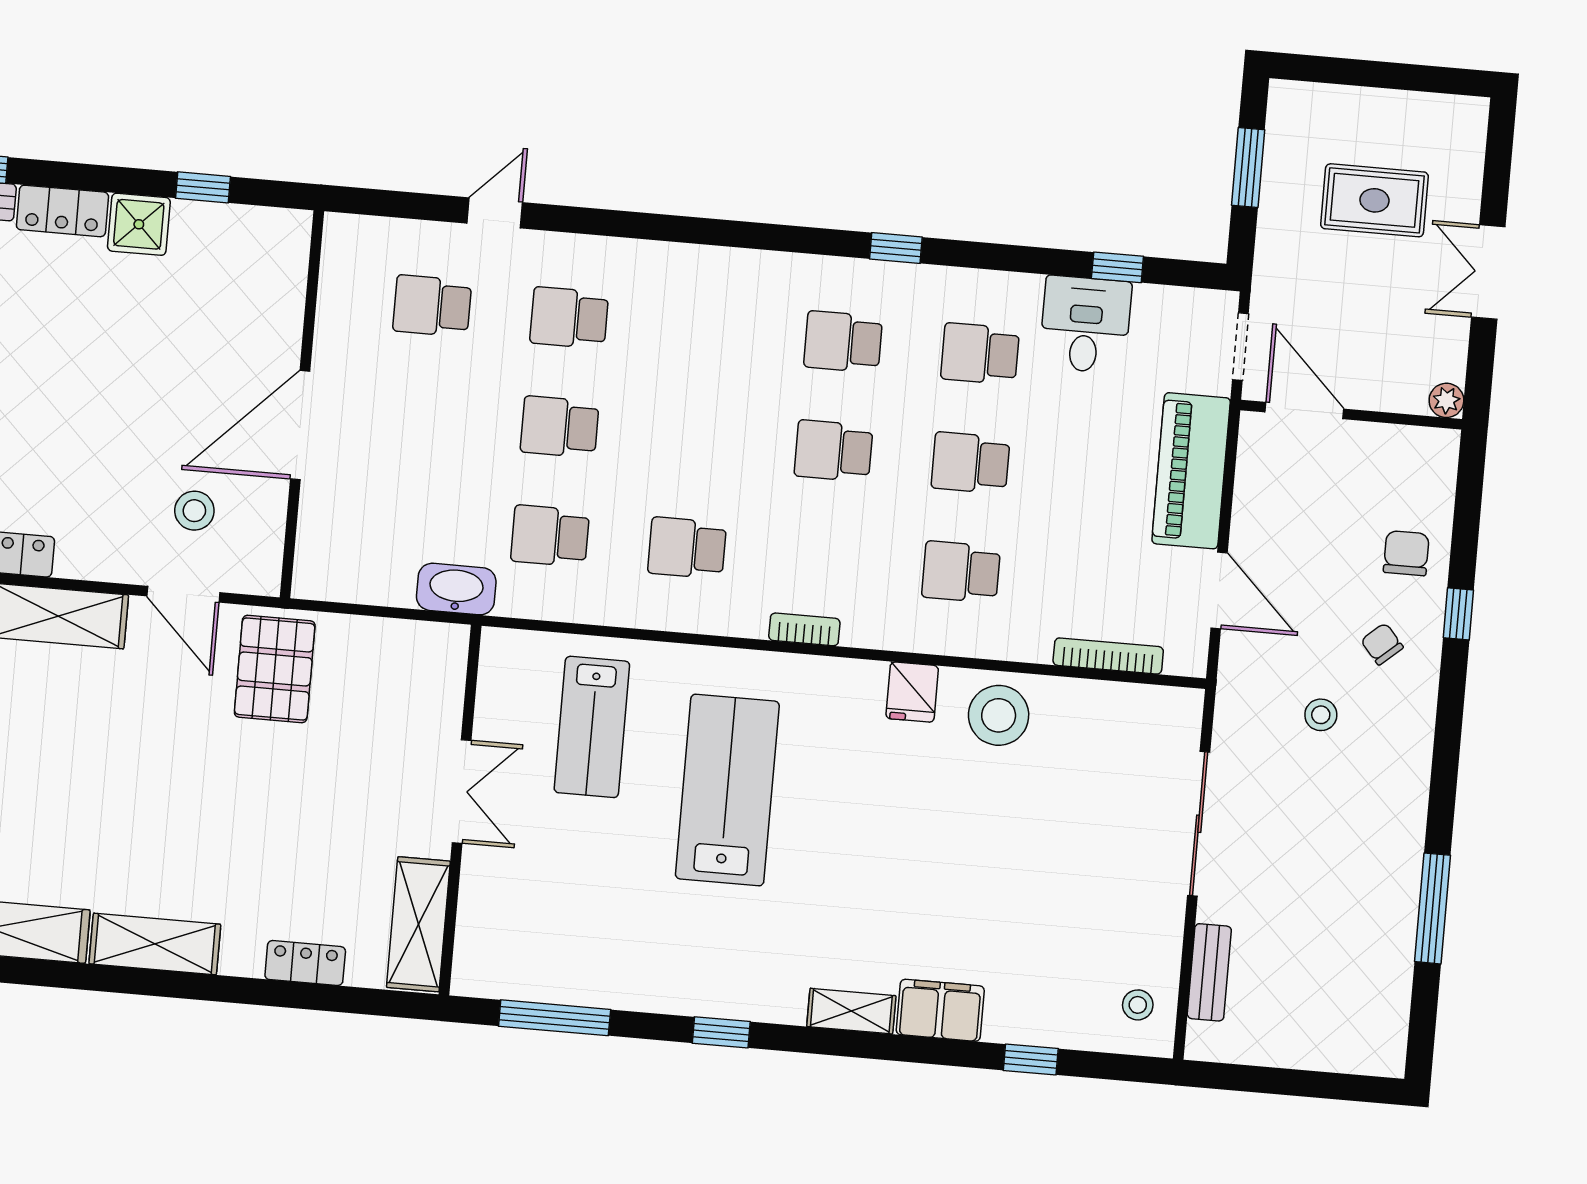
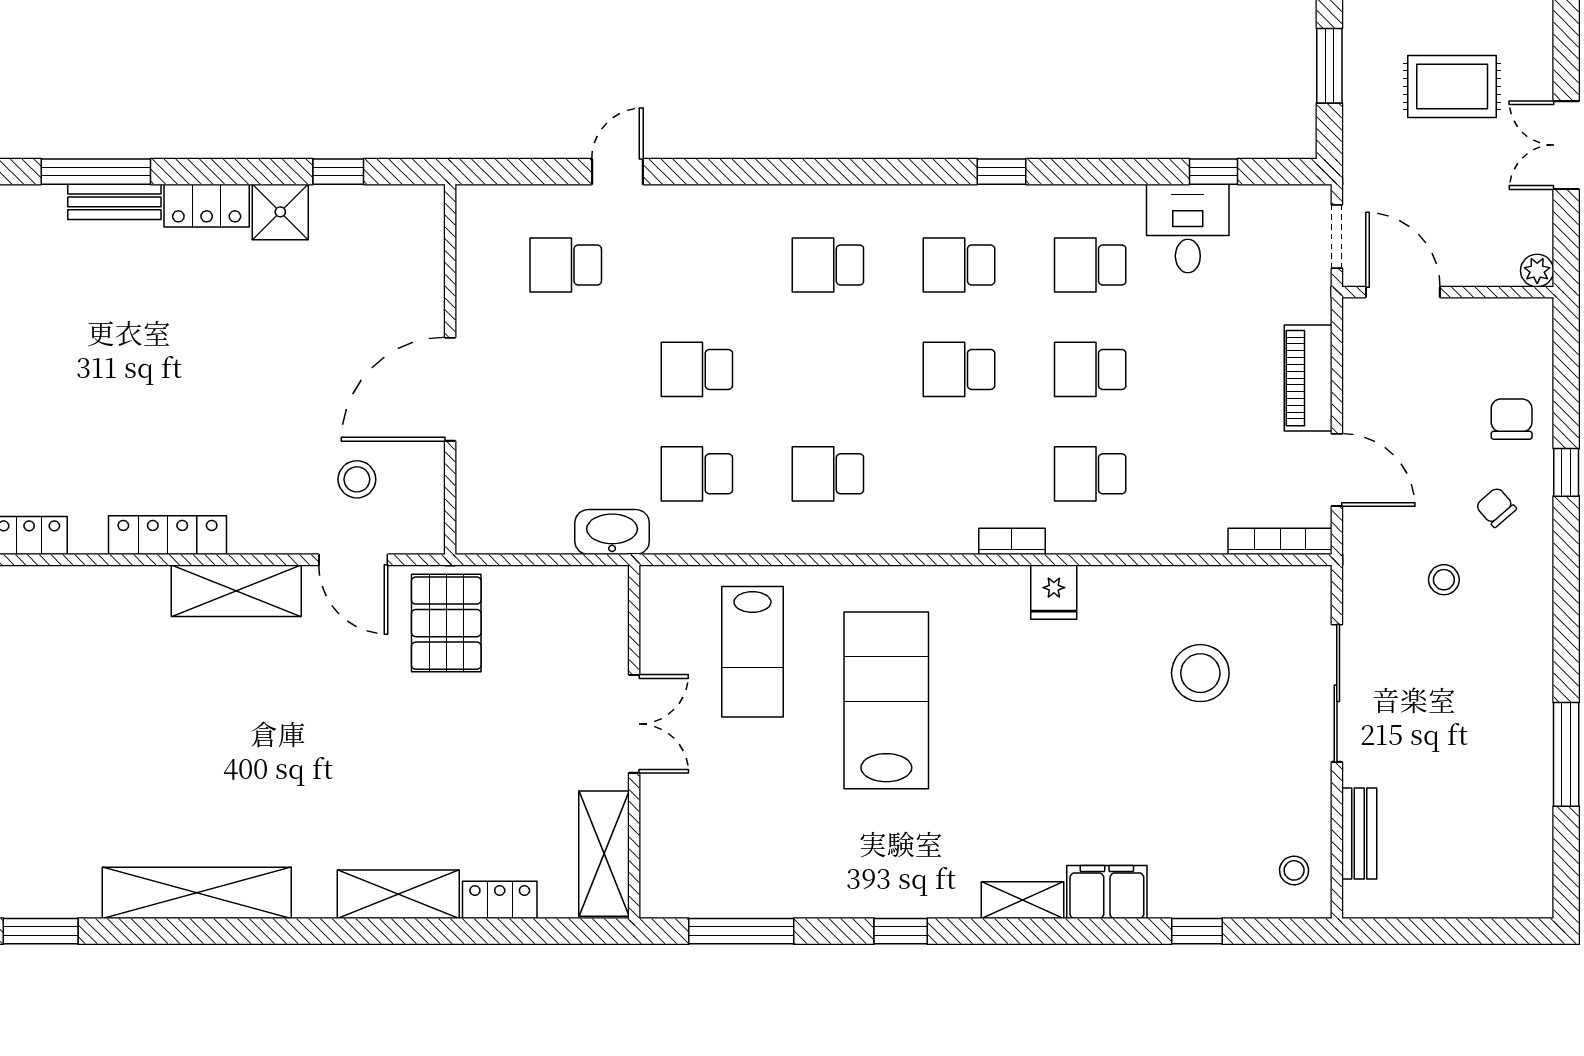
school desk: (569, 318) -> (828, 265), moved
piano: (1191, 471) -> (1308, 378), width x0.73, depth x0.75
bookcase: (804, 629) -> (1012, 541), moved
bookcase: (1108, 656) -> (1280, 541), moved
stool: (999, 715) -> (1200, 673), moved
shelving: (155, 944) -> (398, 894), moved

